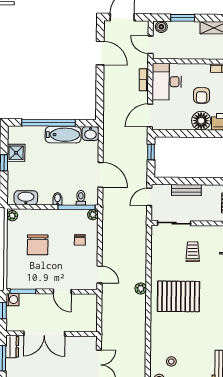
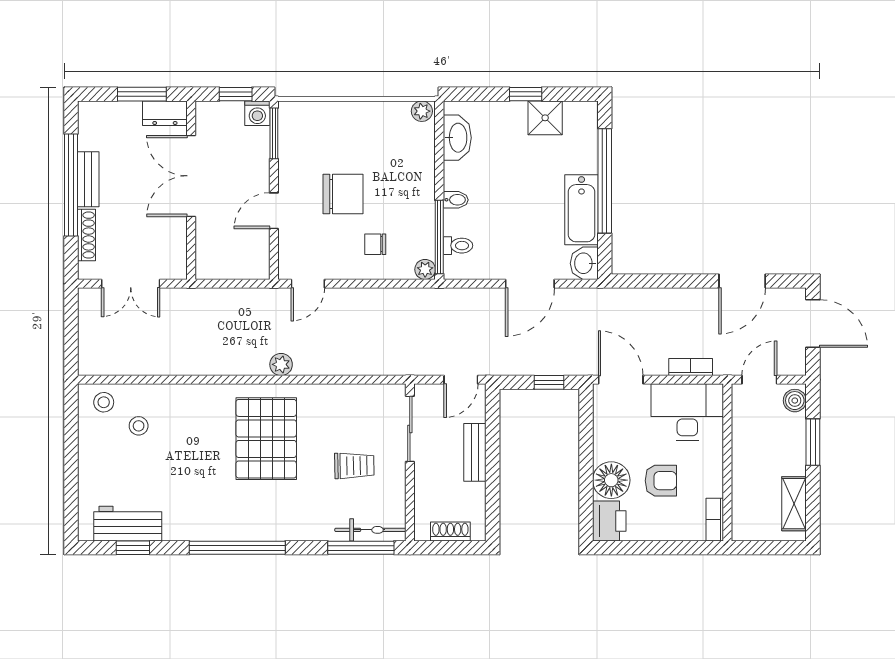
armchair: (202, 95) -> (661, 481), turned 180
door: (100, 175) -> (530, 284), moved
door: (149, 197) -> (461, 380), swing flipped
chair: (38, 245) -> (343, 194), moved, turned 180

